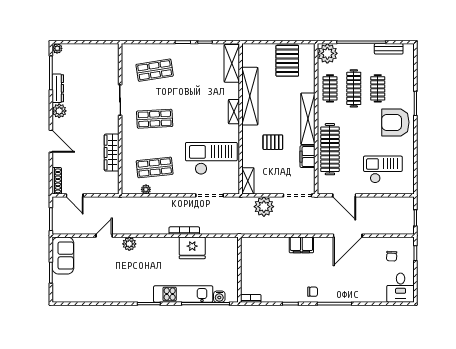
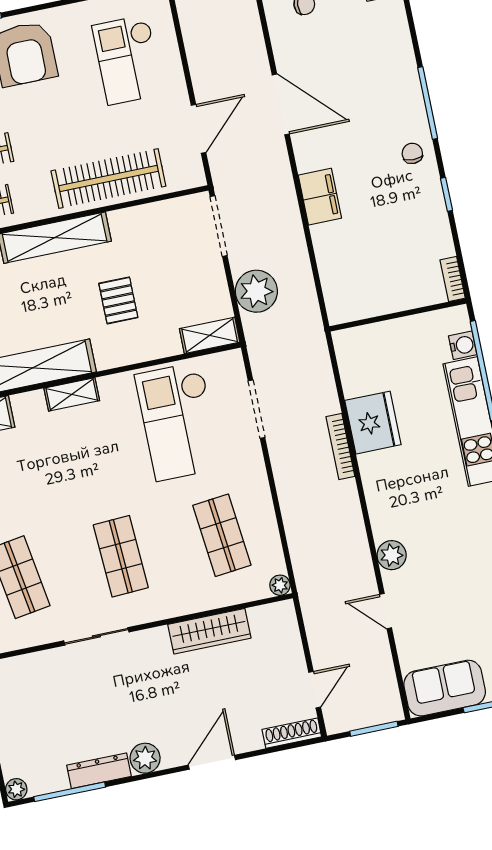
filing cabinet: (308, 157) -> (133, 222), removed
plant: (146, 189) -> (280, 585), moved

